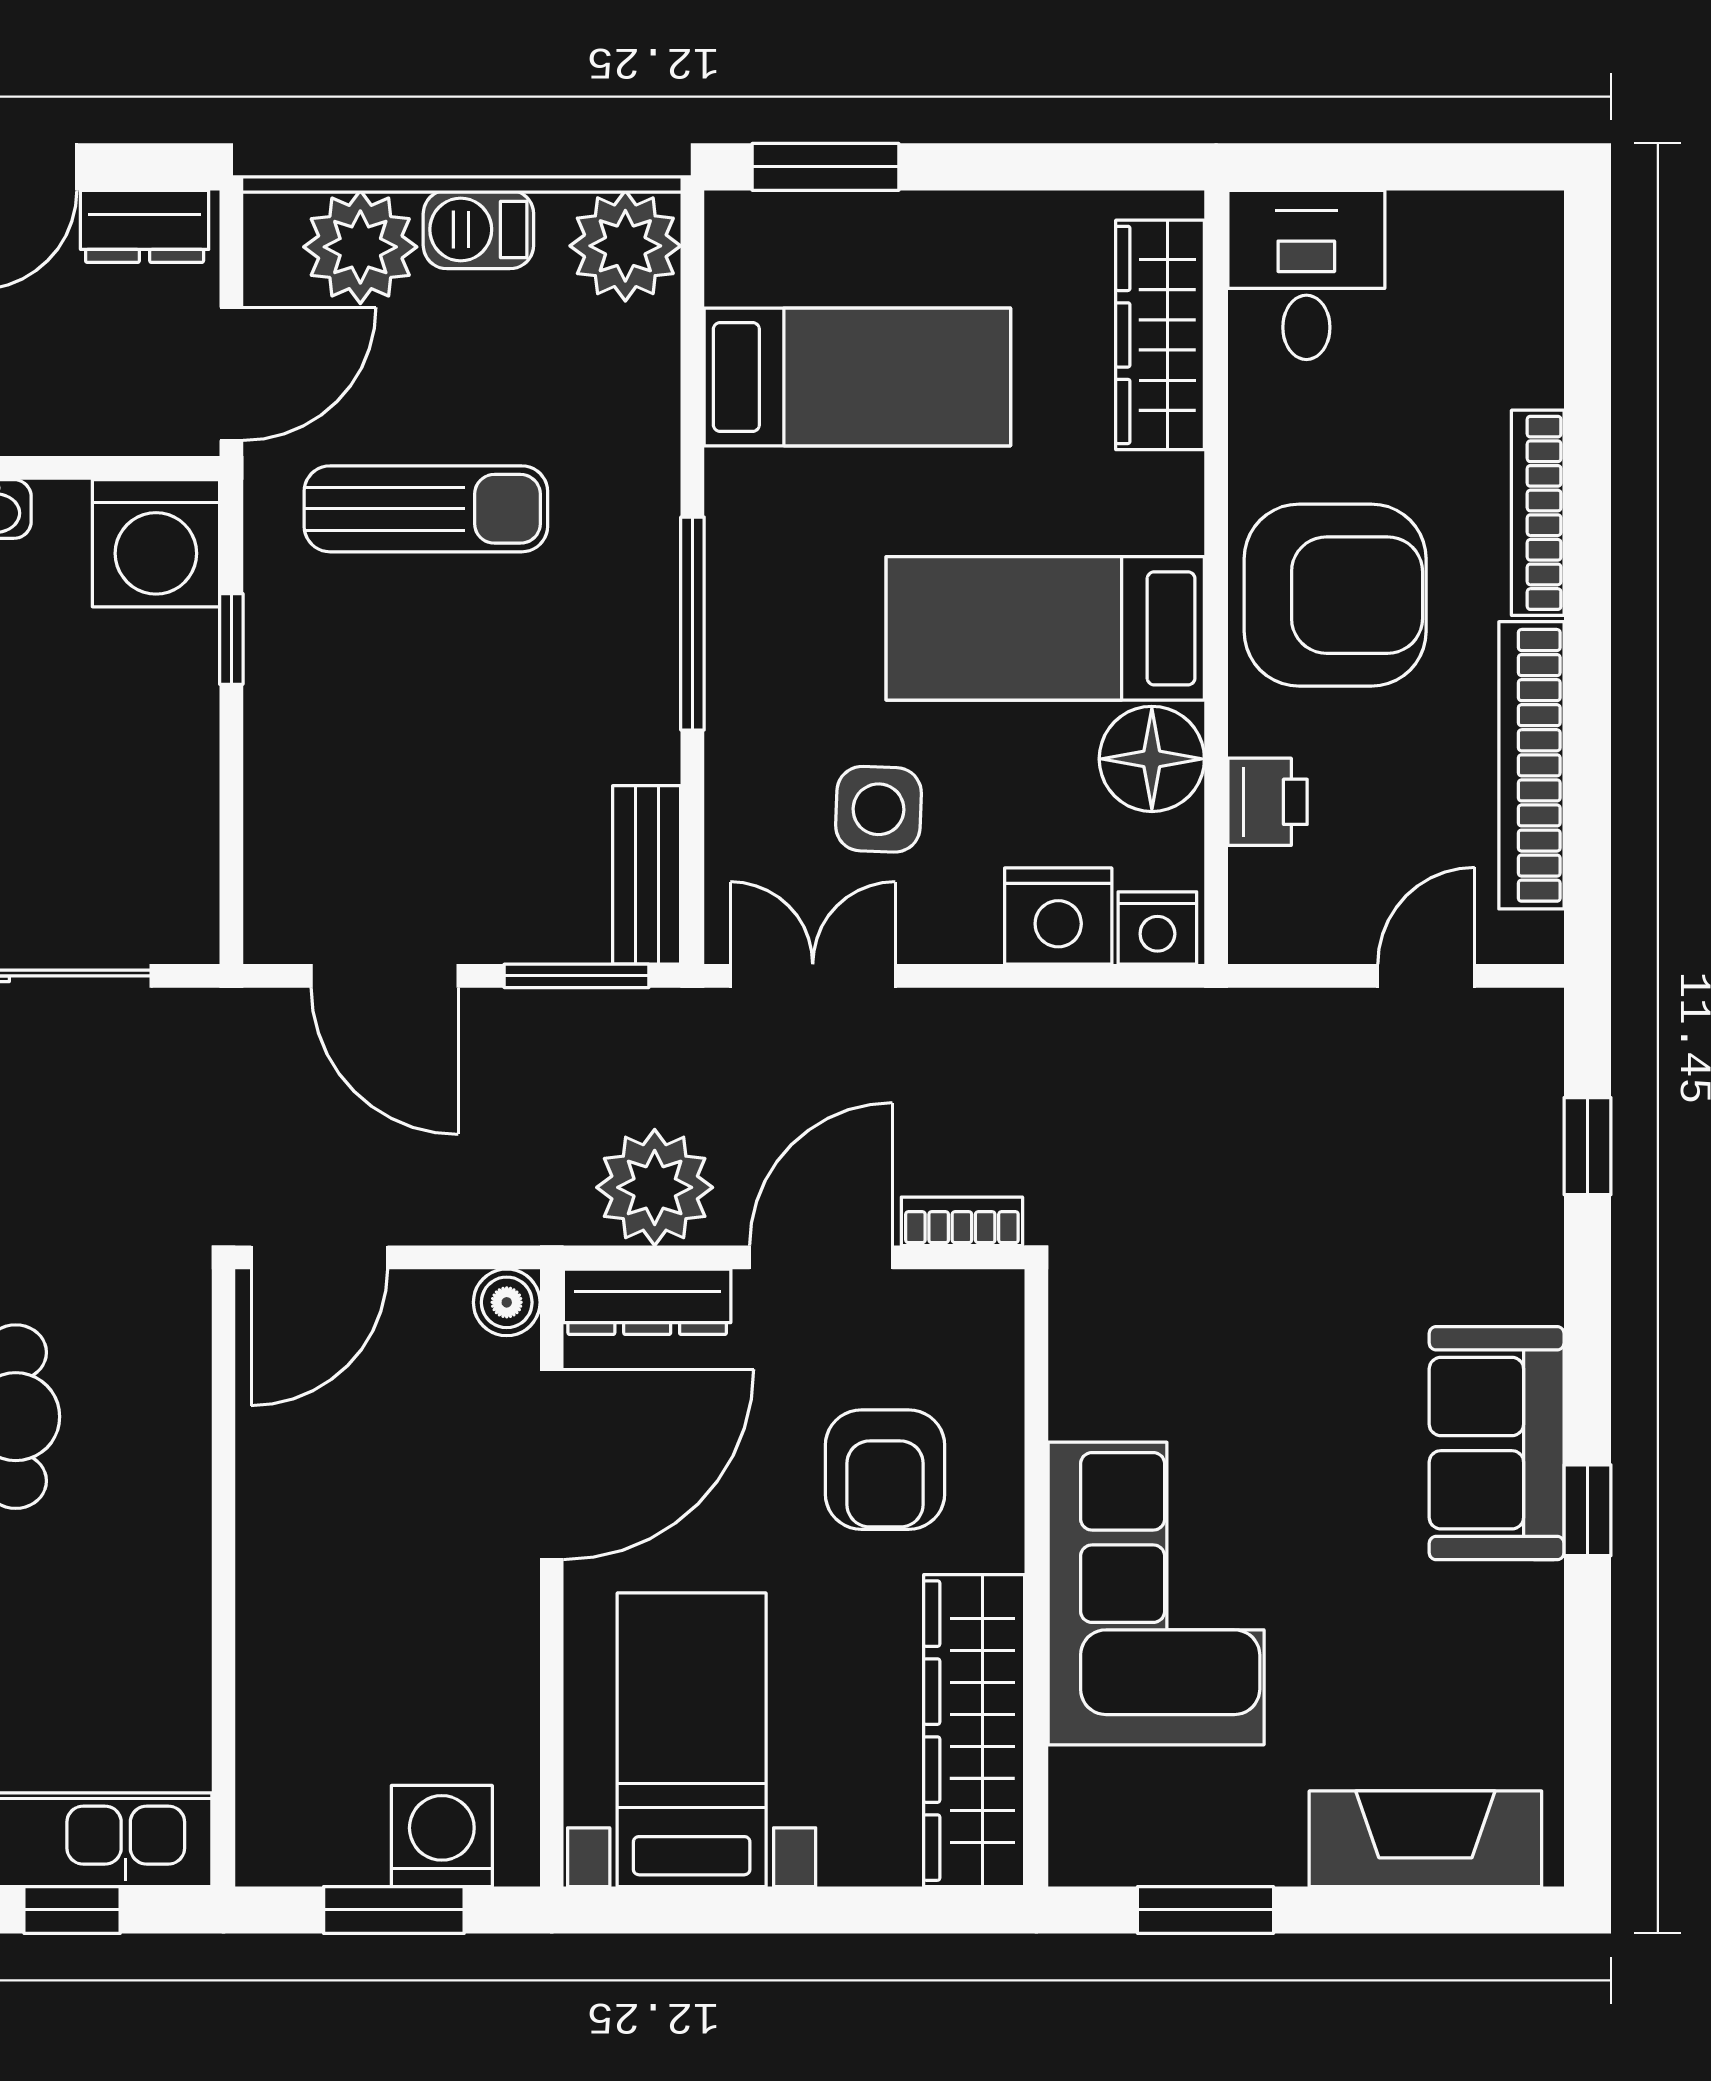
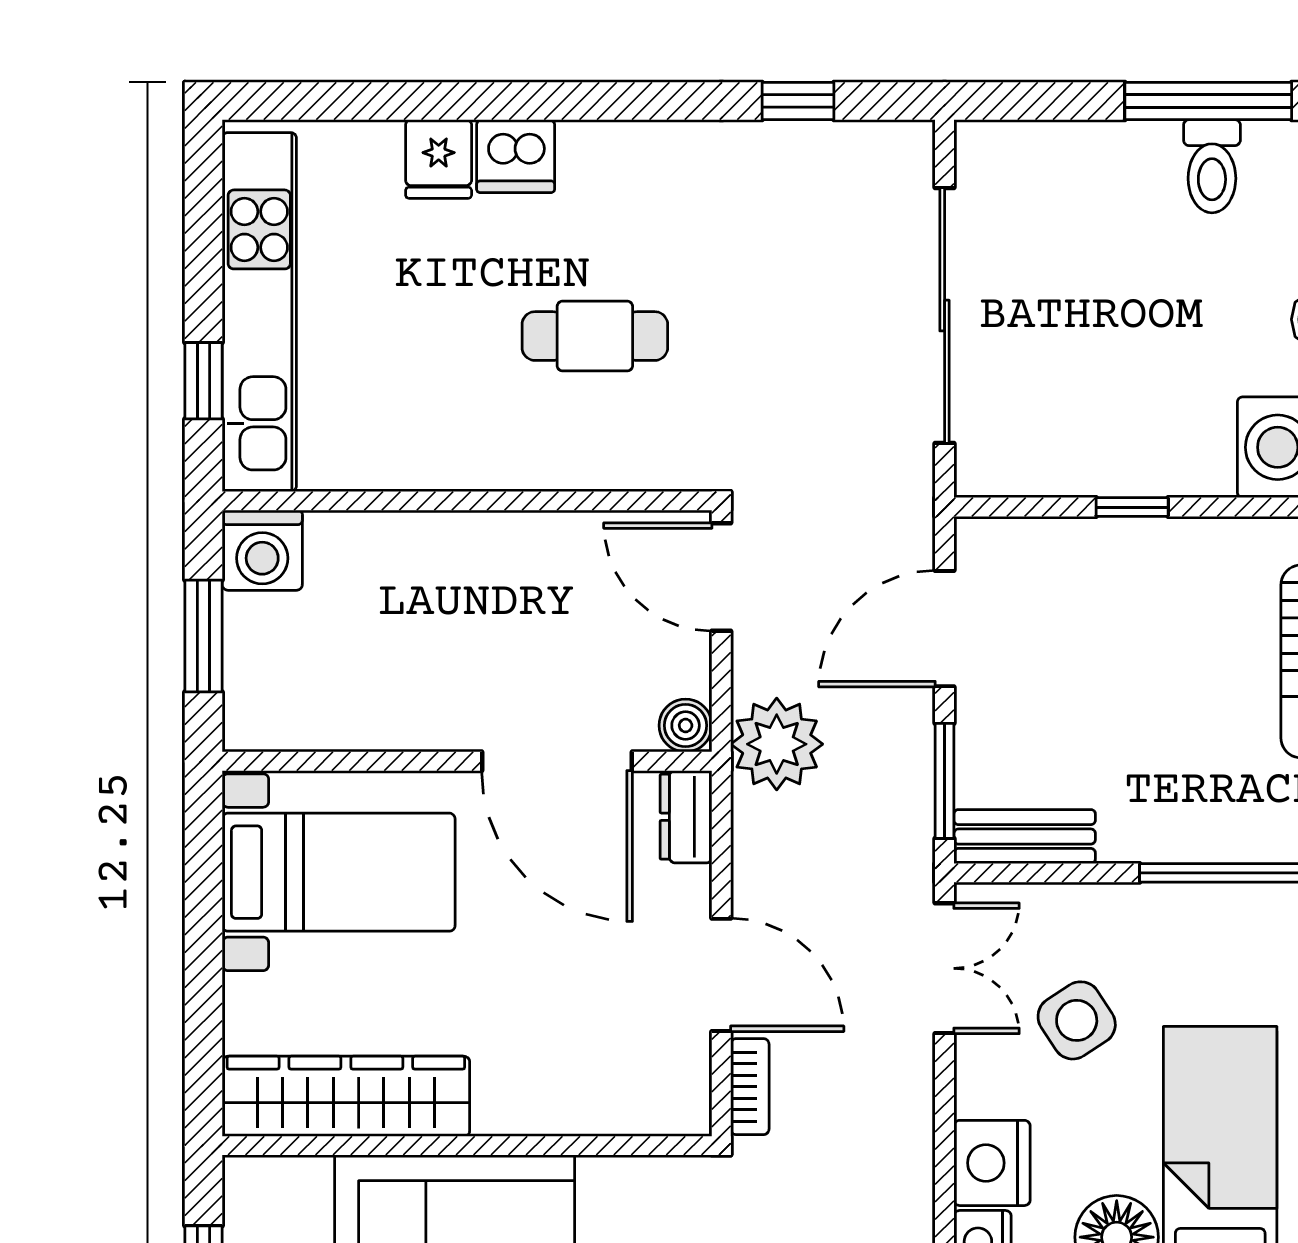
window: (231, 639) -> (1132, 507), moved
side table: (878, 809) -> (1077, 1020), turned -35
plant: (655, 1187) -> (777, 744), moved
dresser: (647, 1302) -> (686, 817), width x0.70
armchair: (885, 1470) -> (553, 1026), removed
washing machine: (442, 1836) -> (262, 550), moved, turned 90

